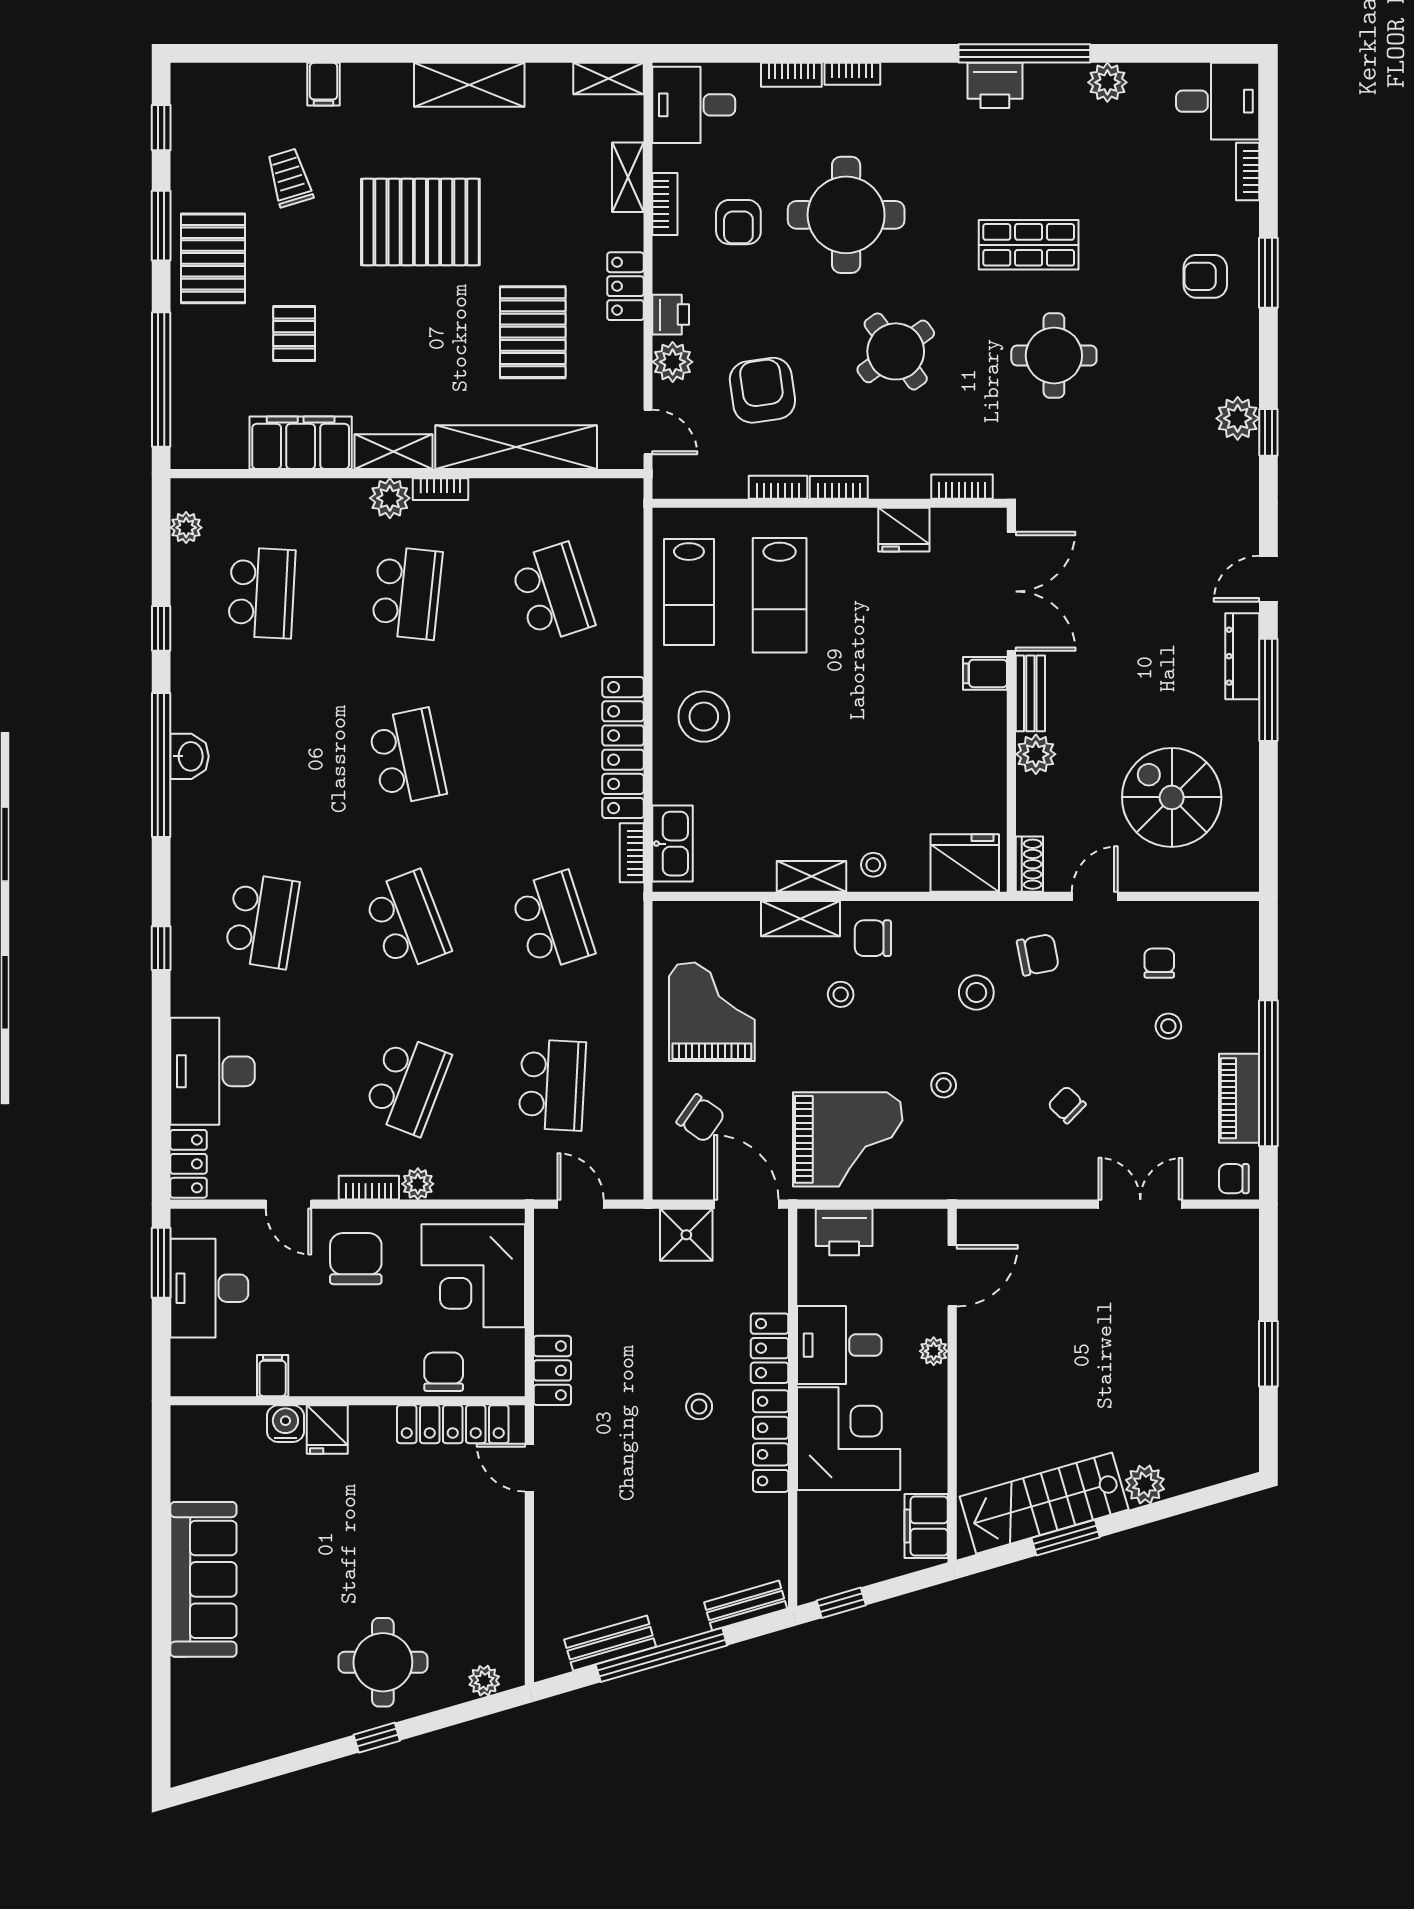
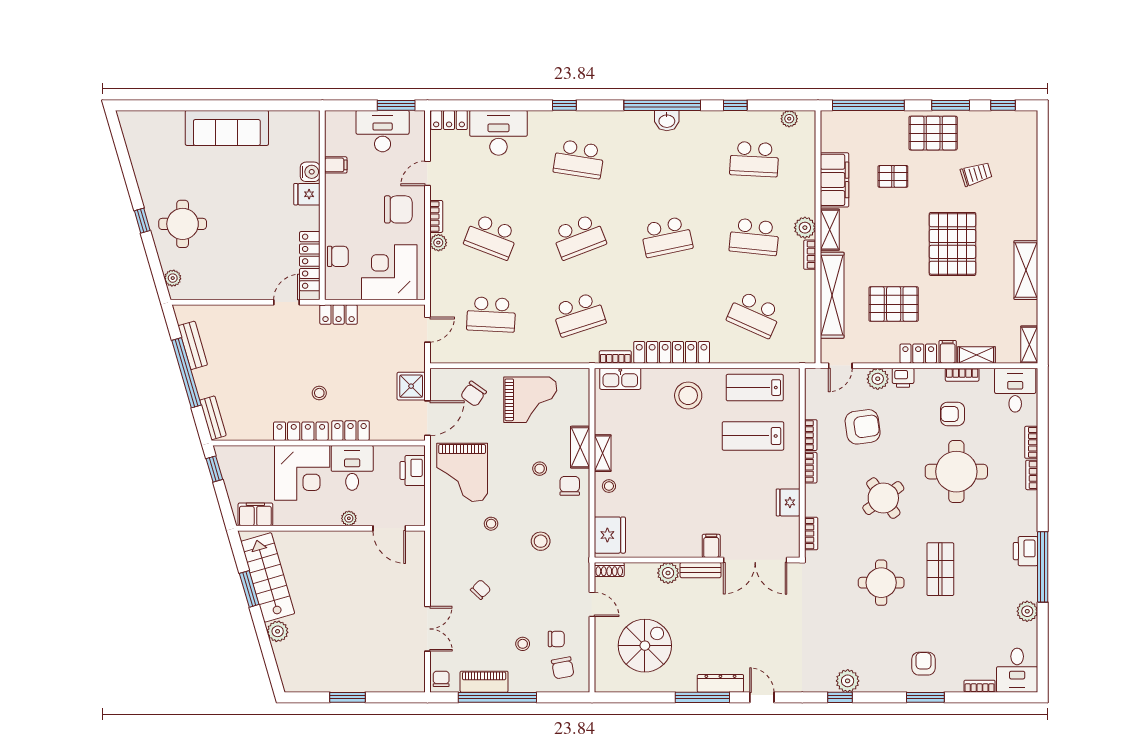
filing cabinet: (323, 84) -> (948, 352), moved, turned 90
school desk: (552, 593) -> (754, 314), turned 42
chair: (1038, 955) -> (563, 668), moved

